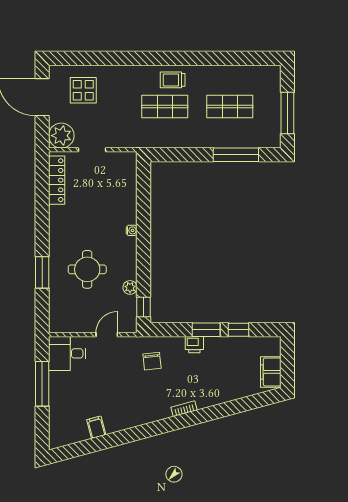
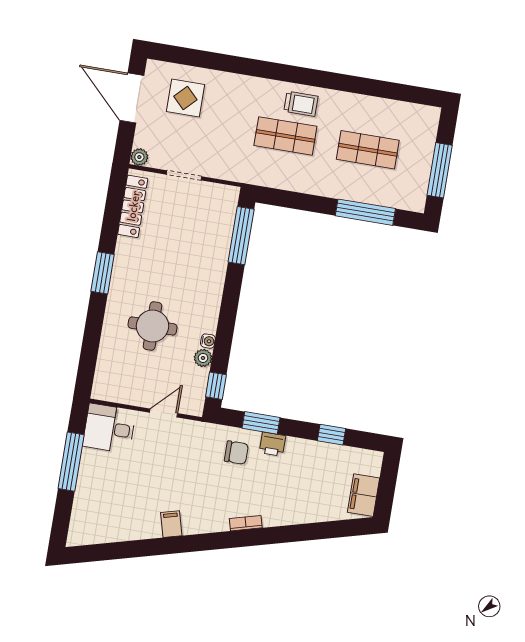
trolley: (173, 80) -> (301, 104), turned 180
plant: (61, 136) -> (139, 157), width x0.53, depth x0.53
window: (144, 189) -> (241, 236), added
water cooler: (132, 230) -> (208, 341), moved
window: (42, 272) -> (103, 273), moved
window: (206, 330) -> (261, 423), moved
chair: (152, 361) -> (236, 453), moved, turned -84
filing cabinet: (96, 427) -> (171, 524), moved

